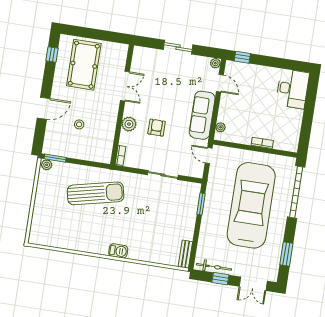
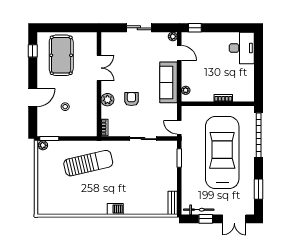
door: (209, 156) -> (179, 127), moved

